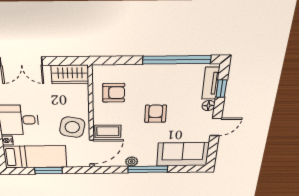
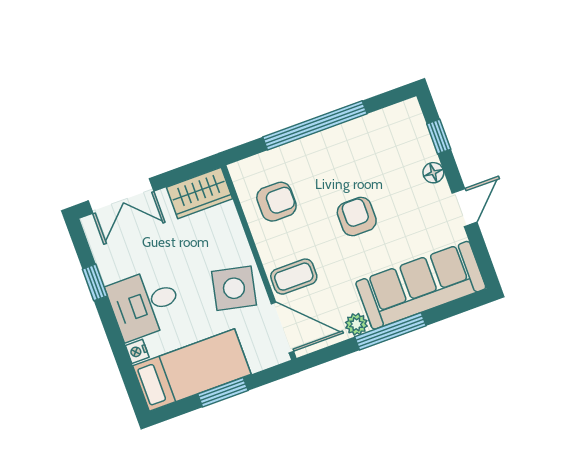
window: (177, 60) -> (315, 125), moved
tv unit: (211, 83) -> (418, 133), removed
door: (92, 152) -> (282, 328), hinge flipped
sofa: (183, 154) -> (421, 285), width x1.36

